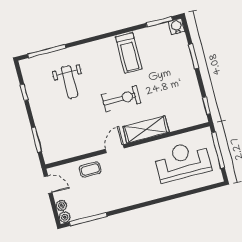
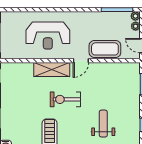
reception desk: (182, 161) -> (48, 36), moved
coffee table: (90, 170) -> (105, 49), width x1.86, depth x1.72

